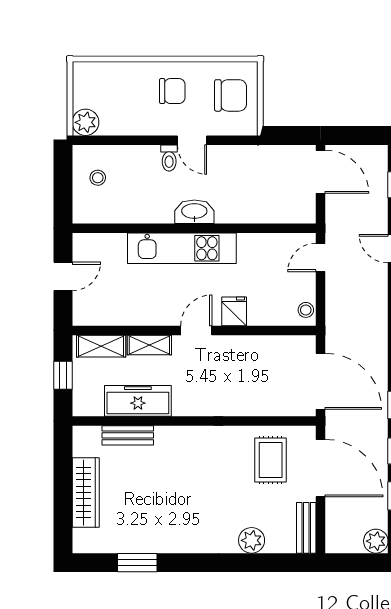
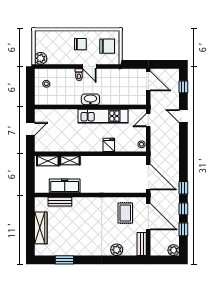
kitchen unit: (182, 248) -> (103, 116), moved
door: (196, 330) -> (91, 154), removed
window: (63, 375) -> (30, 174), removed

